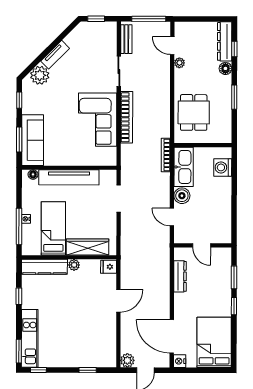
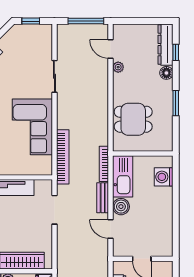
bench: (126, 39) -> (103, 198), moved
dining table: (194, 112) -> (133, 119), turned 90
bookcase: (127, 117) -> (63, 157), moved

